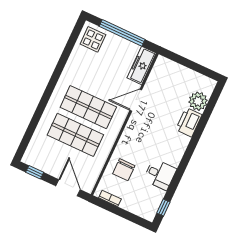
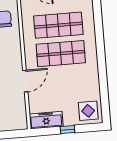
window: (122, 33) -> (67, 130), width x0.32
freezer: (142, 65) -> (46, 120), moved, turned -90

